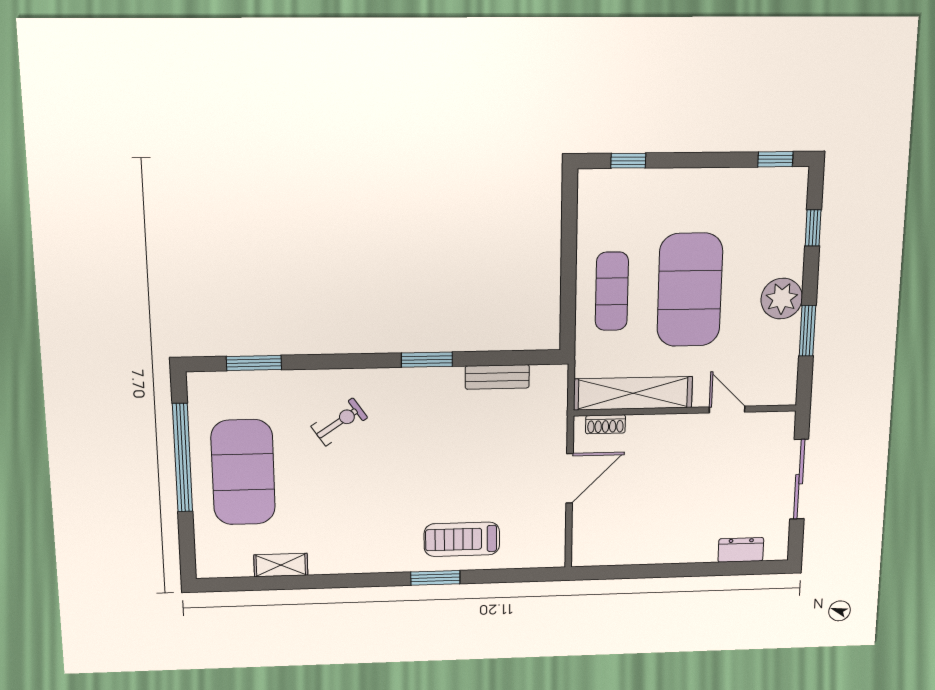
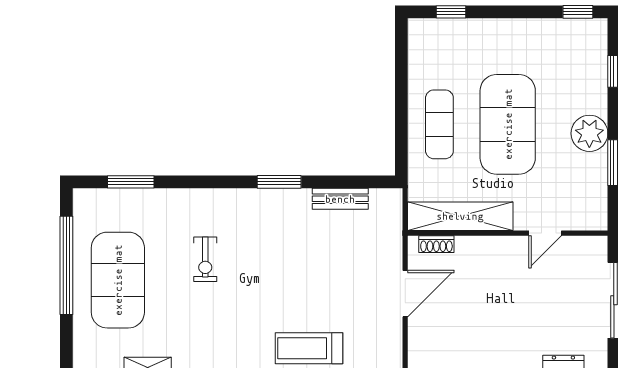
door: (727, 409) -> (545, 233), swing flipped
exercise bike: (339, 422) -> (205, 259), moved, turned 124

